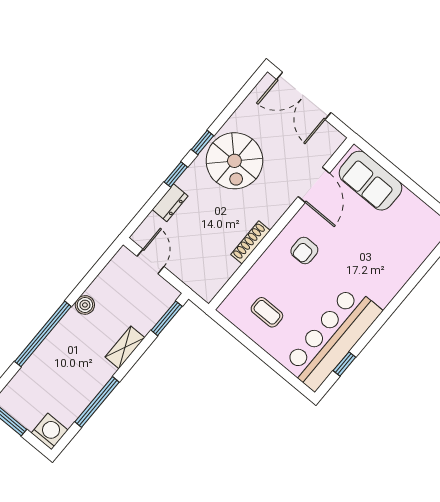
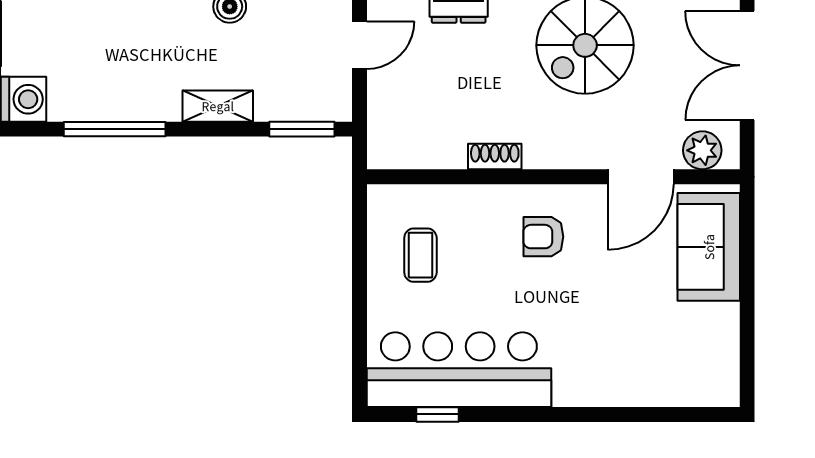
plant: (325, 147) -> (702, 150), added
shoe rack: (251, 242) -> (495, 157), width x0.70

